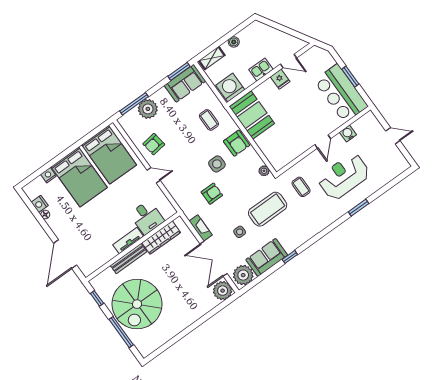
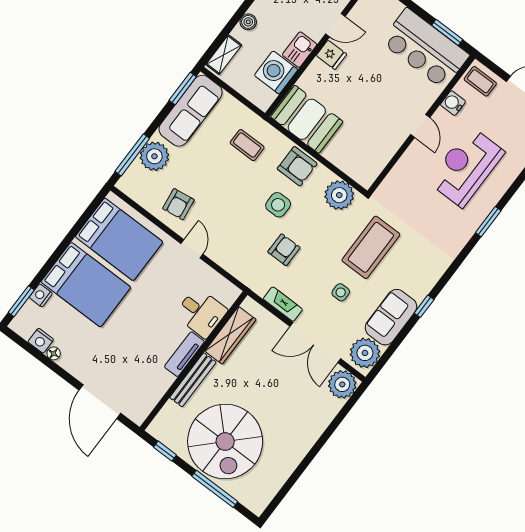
window: (350, 77) -> (447, 32), moved
sofa: (185, 83) -> (191, 111), width x1.36
washing machine: (230, 88) -> (276, 72), moved
plant: (264, 171) -> (339, 195), width x1.87, depth x1.87
window: (35, 175) -> (21, 301), added
door: (154, 175) -> (192, 249), hinge flipped
coffee table: (301, 187) -> (480, 81), moved
window: (359, 208) -> (488, 222), moved

